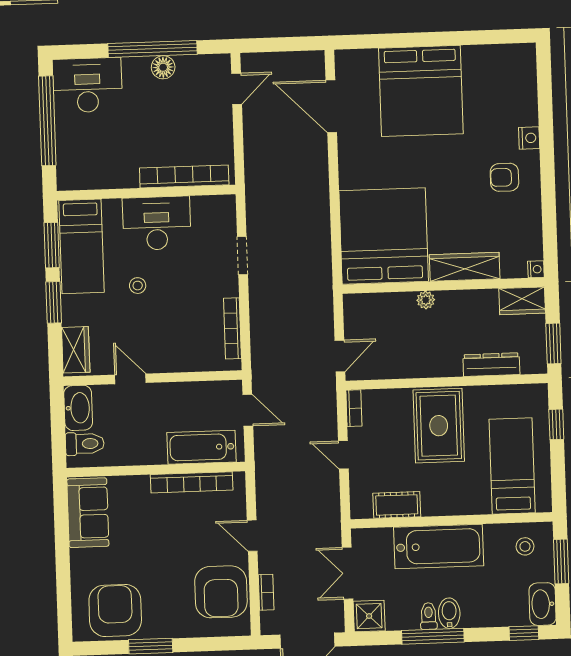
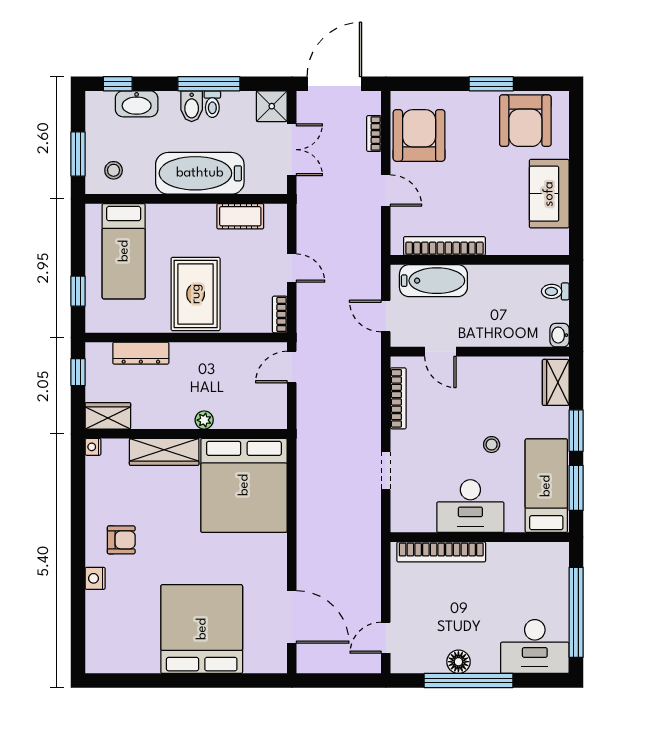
window: (553, 343) -> (78, 372), width x0.67
door: (130, 379) -> (440, 352), moved
washbasin: (78, 408) -> (560, 335), width x0.52, depth x0.69
toilet: (85, 444) -> (555, 291), width x0.73, depth x0.72
sofa: (88, 513) -> (549, 194), moved
washbasin: (542, 604) -> (137, 104), moved, turned 90

